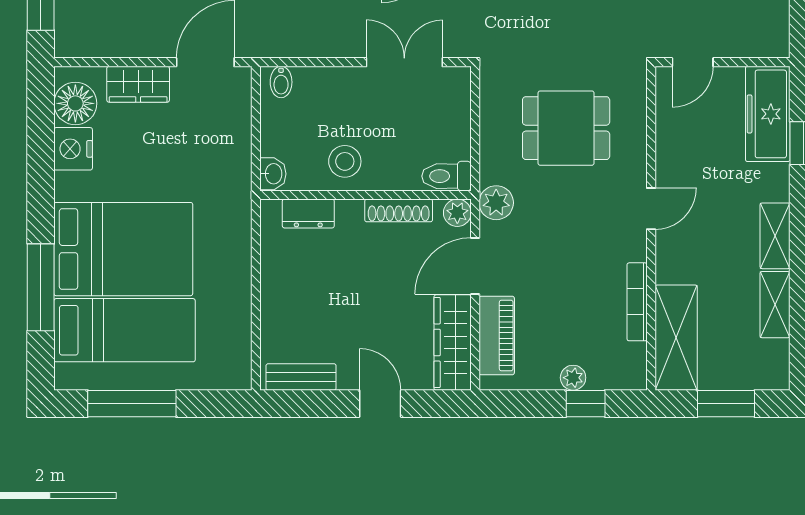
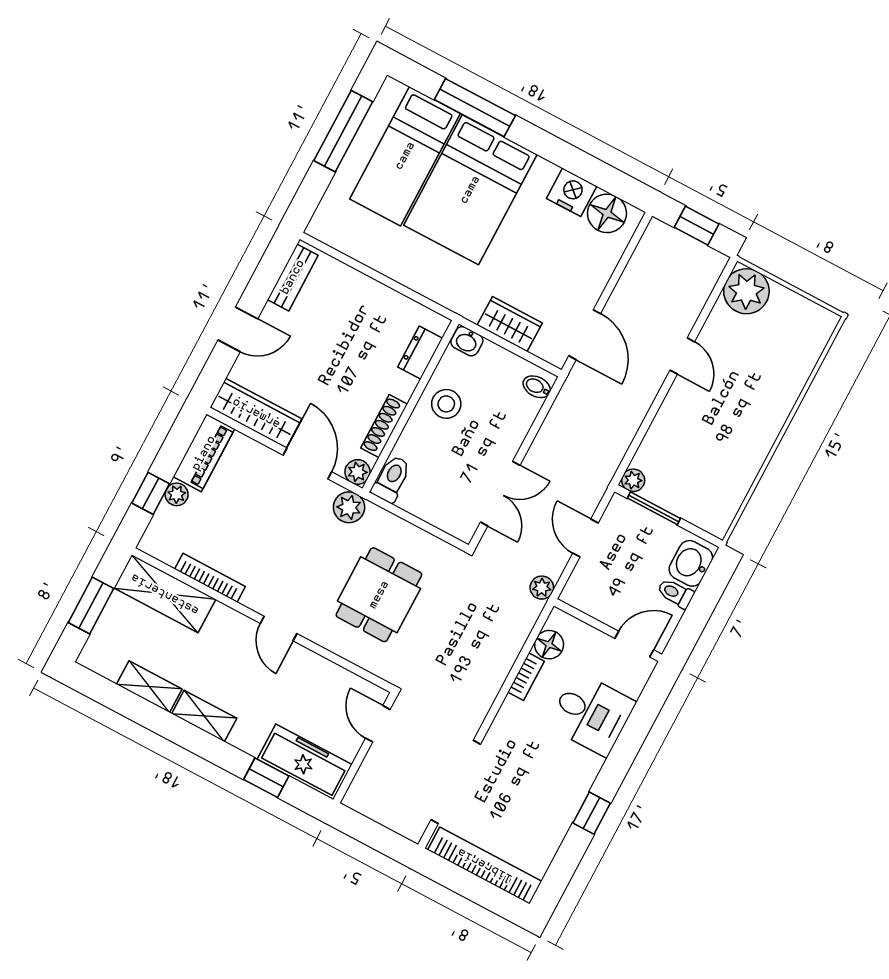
wardrobe: (138, 84) -> (510, 324), moved, turned 90
piano: (497, 335) -> (204, 453), moved, turned -90

